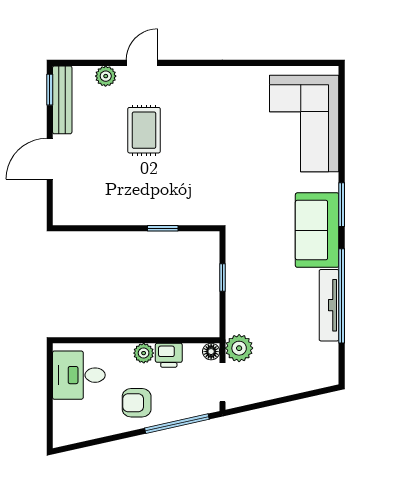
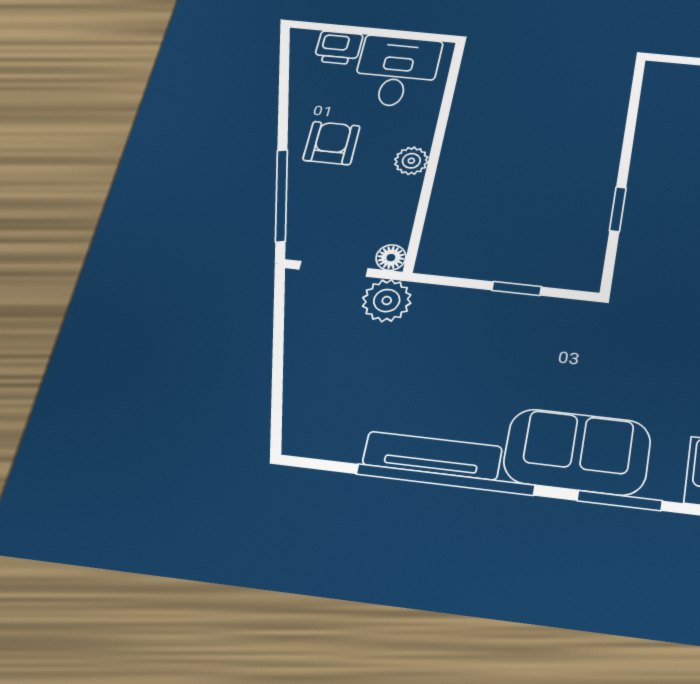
printer: (169, 355) -> (338, 48), moved, turned -90

